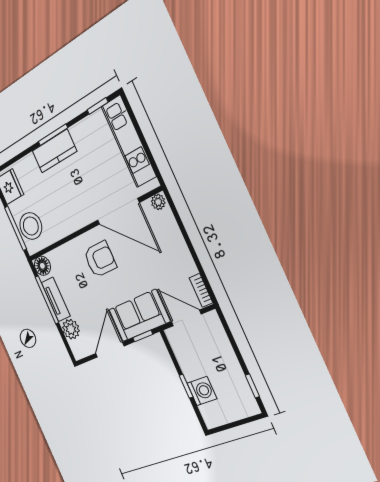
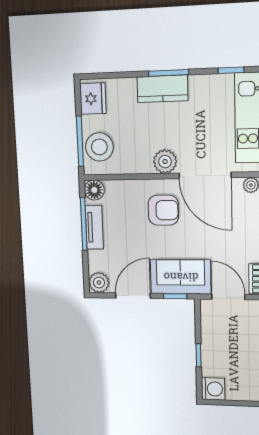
plant: (83, 214) -> (165, 162), added
plant: (71, 329) -> (99, 283), moved
washing machine: (202, 391) -> (213, 389), moved

